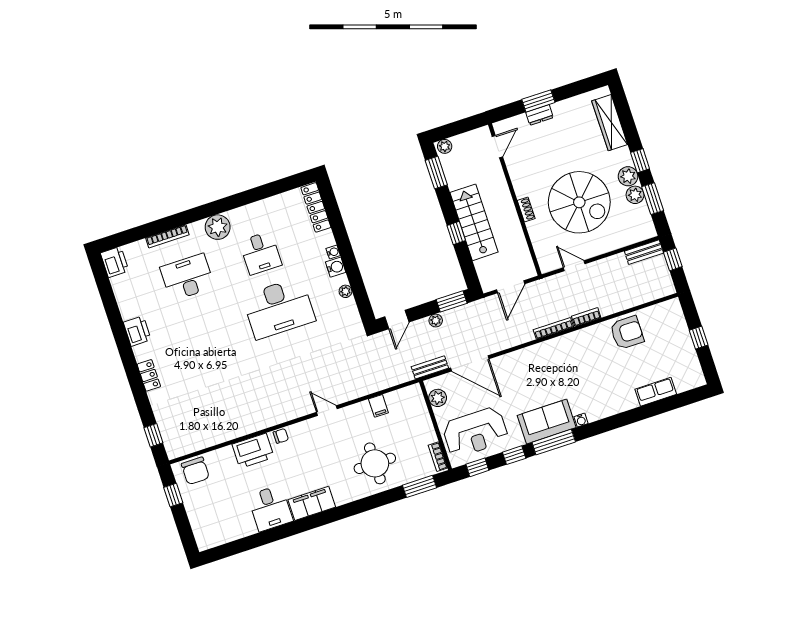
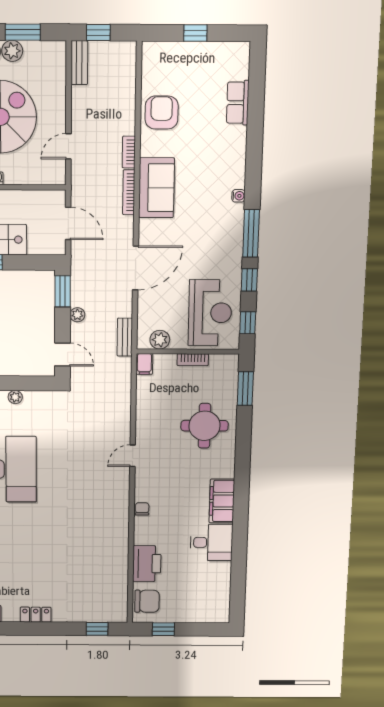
door: (470, 363) -> (136, 268), moved
filing cabinet: (378, 406) -> (144, 364), moved, turned 90
sofa: (547, 421) -> (156, 188), moved, turned 180
printer: (253, 451) -> (147, 564), moved
bookcase: (438, 457) -> (193, 360), moved

